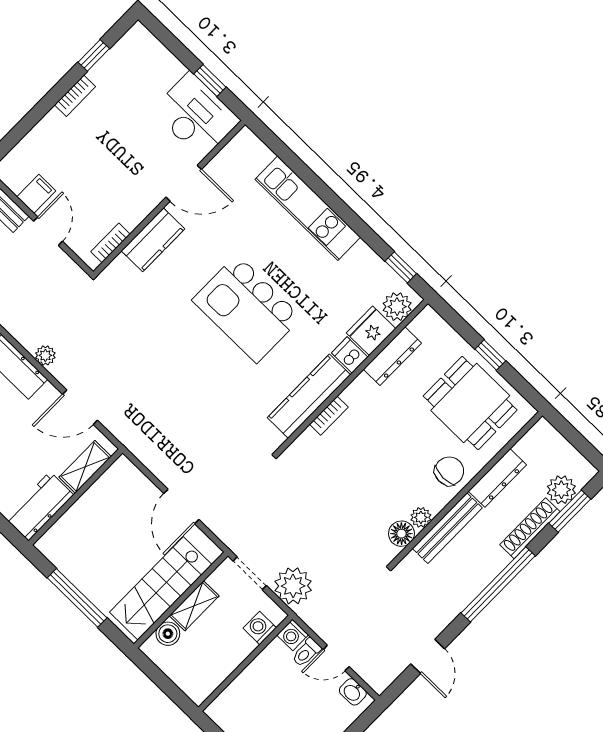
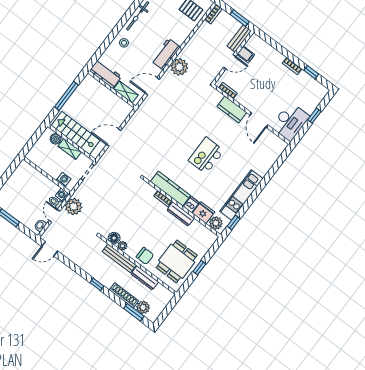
window: (210, 80) -> (314, 116), moved
kitchen unit: (308, 208) -> (241, 195), moved
kitchen island: (247, 309) -> (206, 156), width x0.73, depth x0.78
plant: (45, 355) -> (179, 67), width x1.88, depth x1.88
dresser: (392, 356) -> (181, 214), moved
door: (80, 407) -> (152, 86), hinge flipped
window: (498, 584) -> (97, 284), width x0.32
plant: (293, 586) -> (74, 207), moved
door: (428, 656) -> (50, 249), moved

